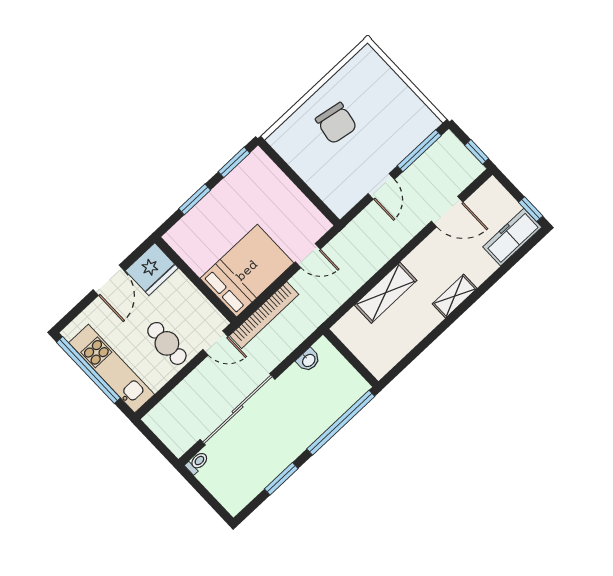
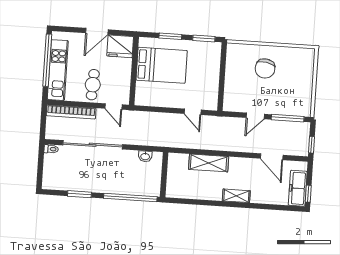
freezer: (512, 237) -> (298, 188), moved, turned -90
bed: (247, 271) -> (162, 65), moved
bookcase: (264, 315) -> (71, 112), moved

